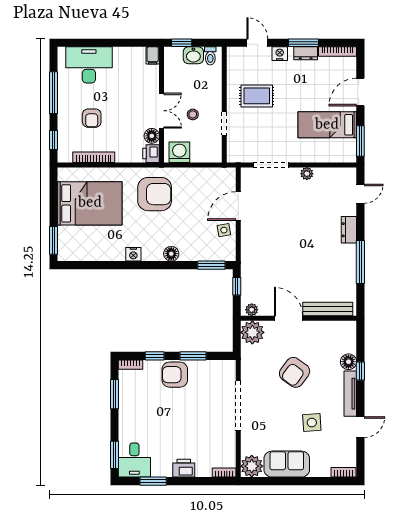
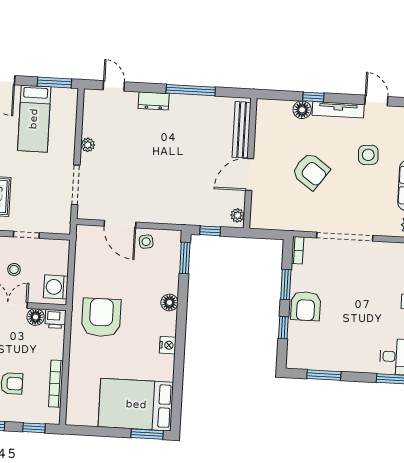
bed: (90, 203) -> (136, 405), moved, turned -90
plant: (252, 332) -> (263, 216), removed
bookcase: (131, 365) -> (298, 250), moved

